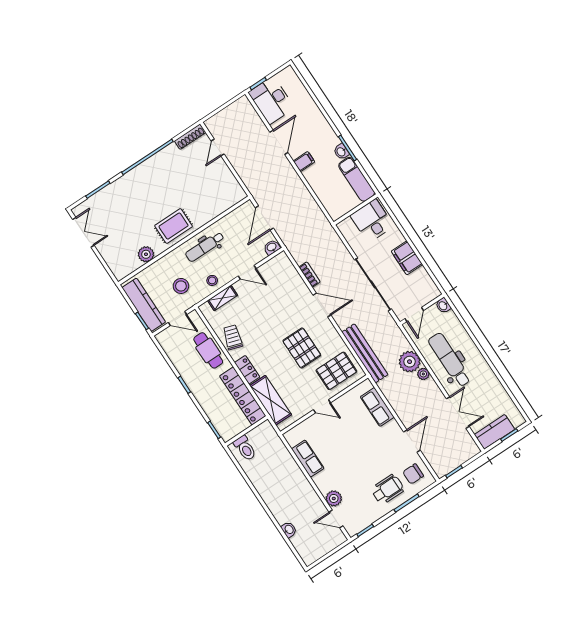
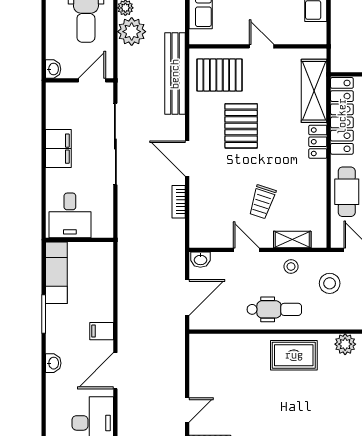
washbasin: (341, 152) -> (53, 363), moved
trolley: (233, 337) -> (262, 202), moved

